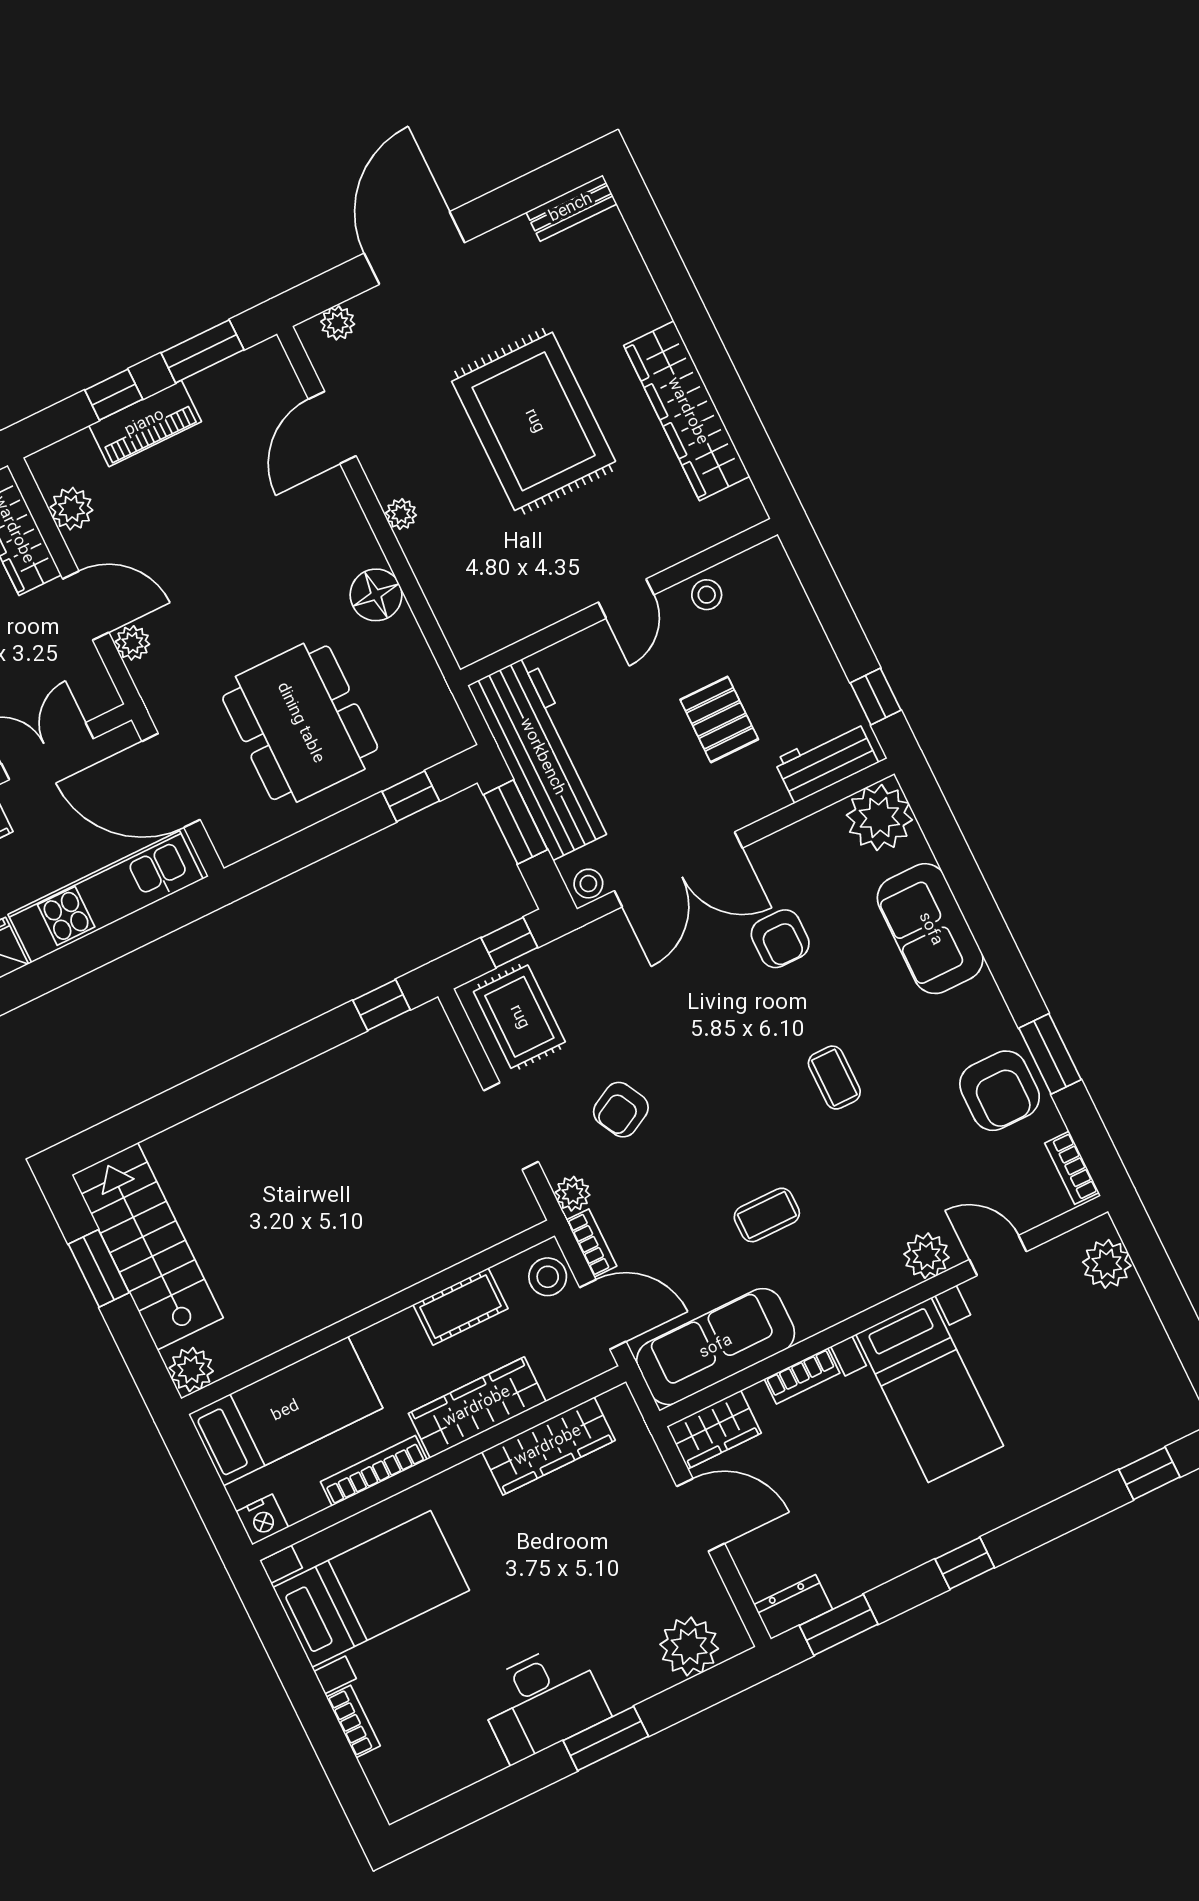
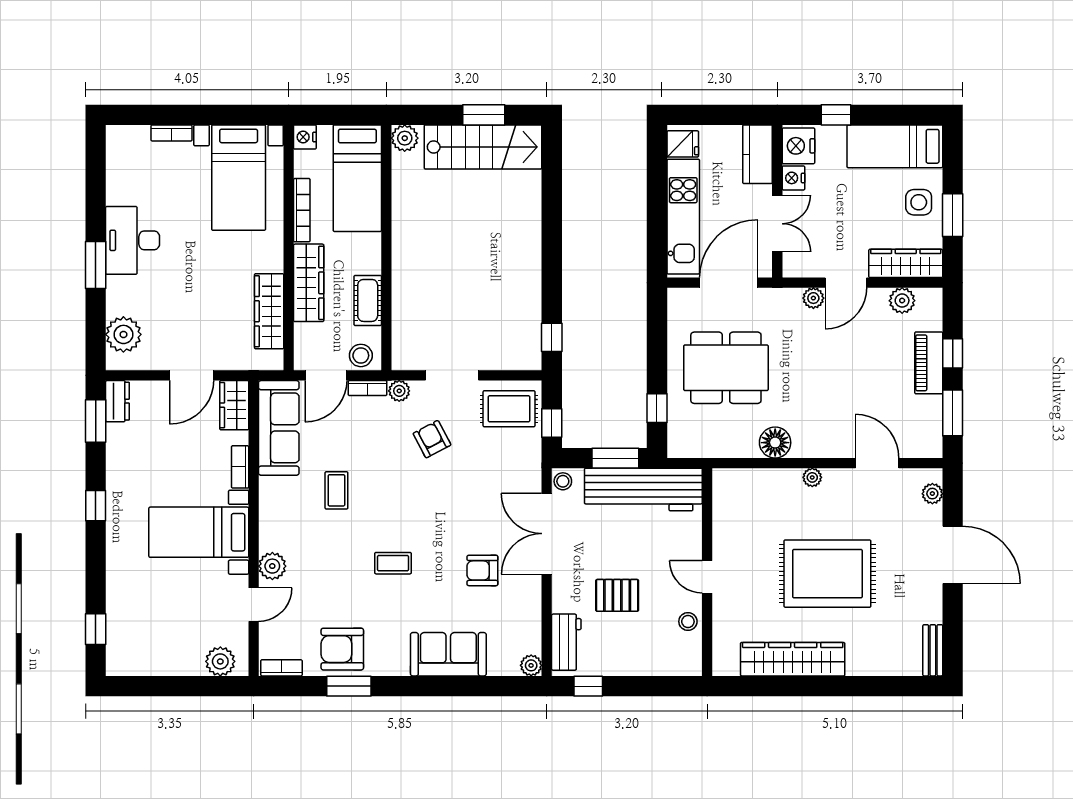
plant: (879, 818) -> (531, 665), width x0.53, depth x0.53

